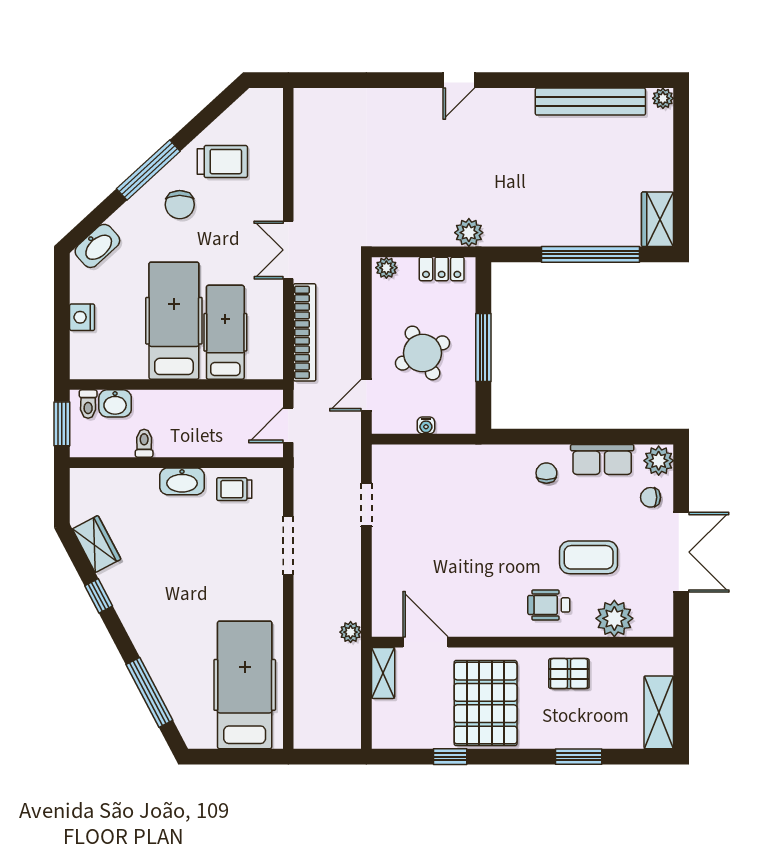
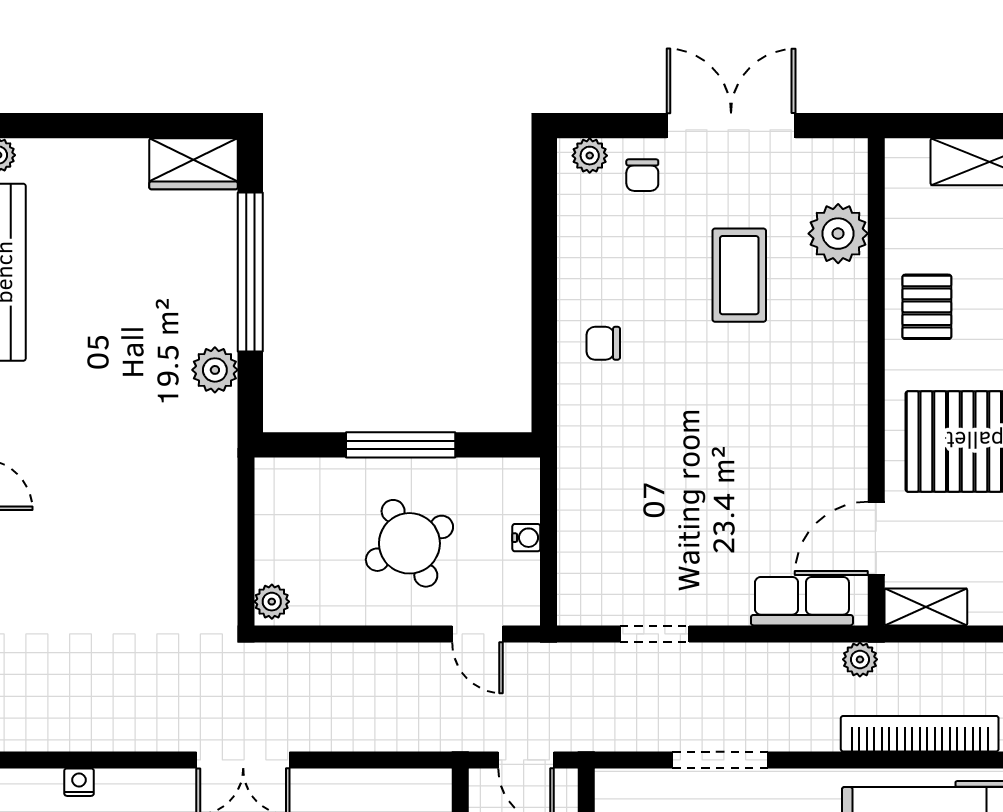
nightstand: (275, 148) -> (79, 782), added
plant: (469, 233) -> (215, 370), moved
locker: (442, 269) -> (274, 512), removed
bookcase: (305, 332) -> (920, 734), moved
row of seats: (602, 459) -> (802, 601), moved, turned -90
plant: (659, 461) -> (590, 156), width x0.73, depth x0.73
wheelchair: (549, 605) -> (816, 339), removed

